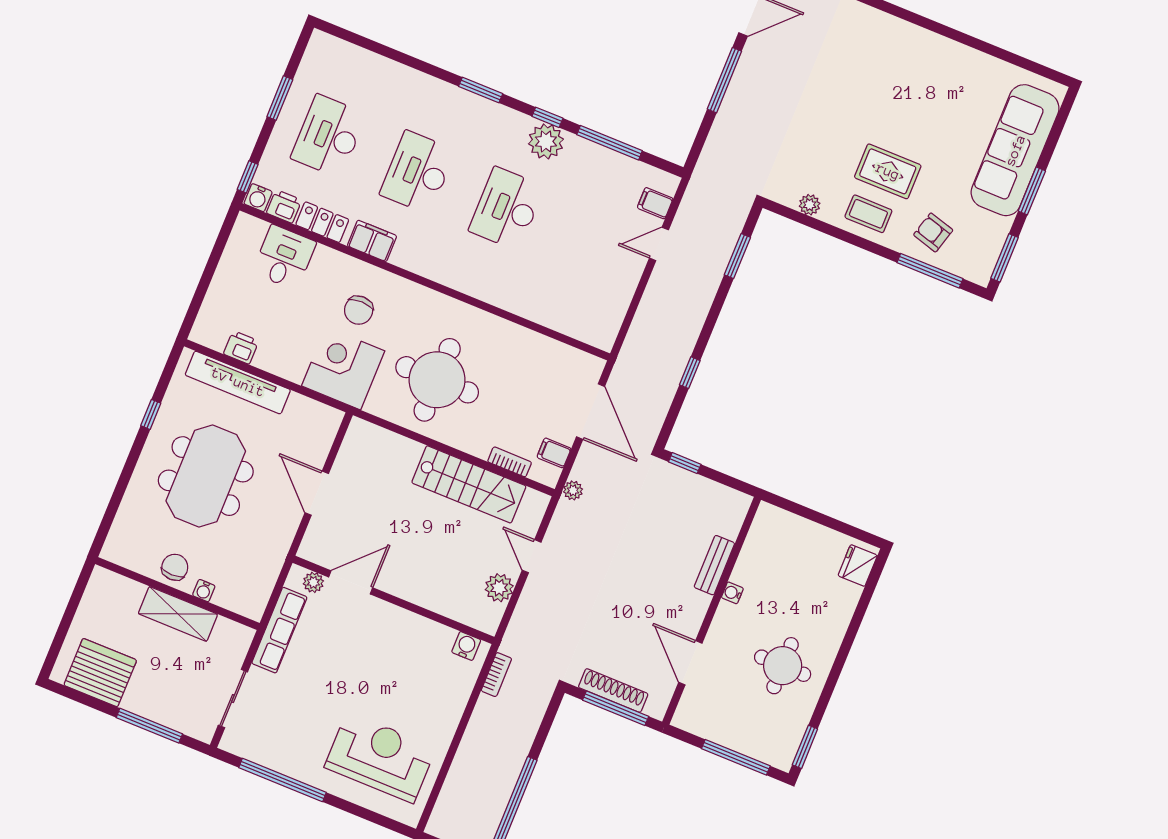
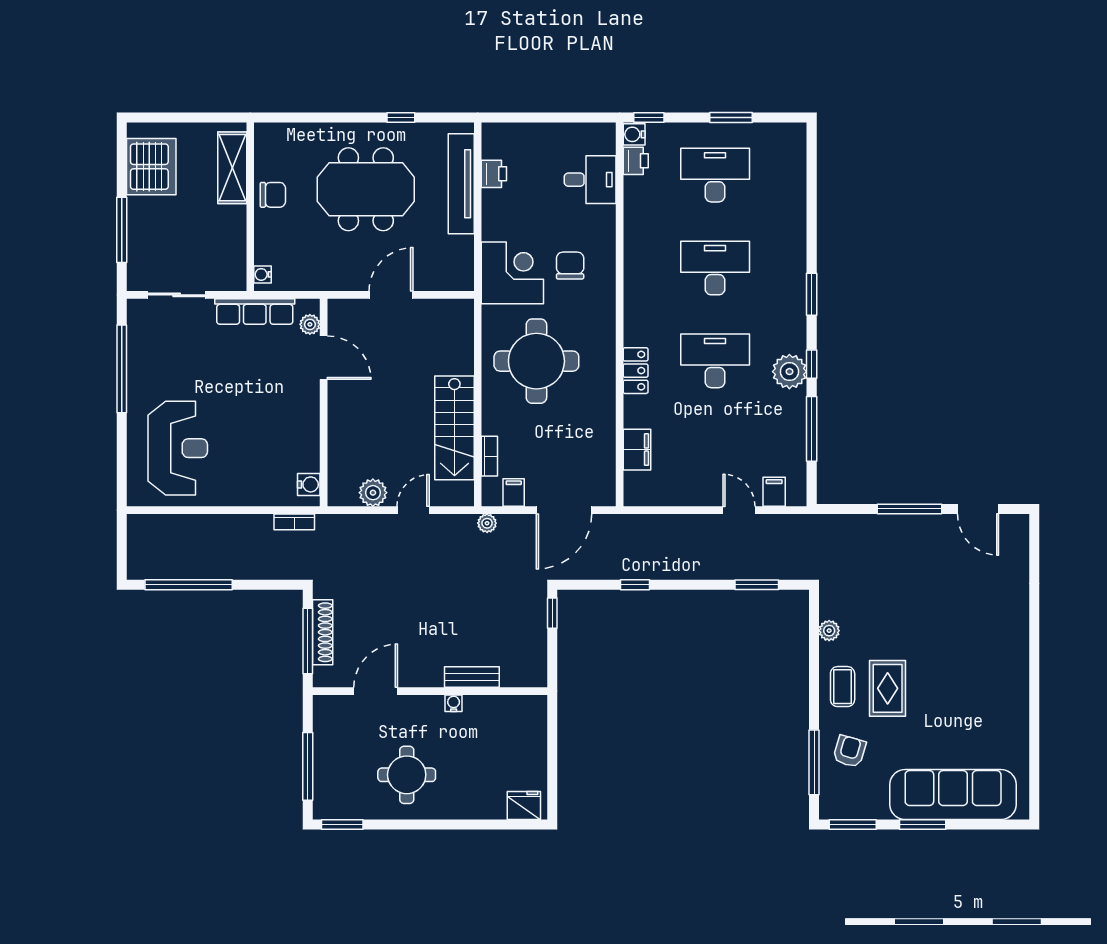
locker: (322, 222) -> (636, 371), moved
filing cabinet: (372, 241) -> (637, 450), moved
chair: (359, 310) -> (570, 265), turned 90
water cooler: (204, 591) -> (263, 274), moved
shelving: (178, 614) -> (232, 168), moved

